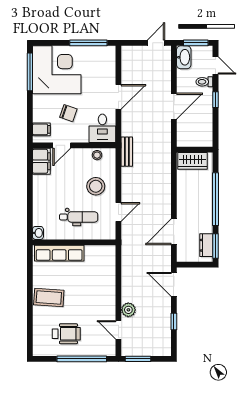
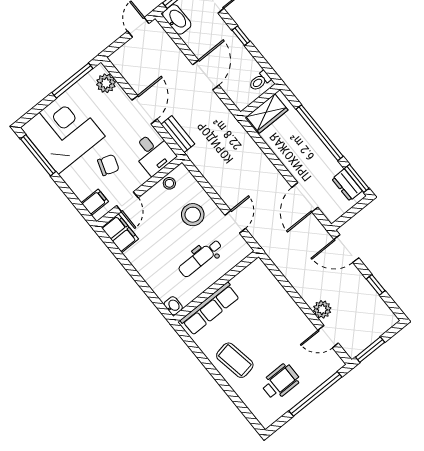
plant: (108, 61) -> (106, 83), added
toilet: (204, 82) -> (260, 81), moved
bench: (127, 152) -> (178, 134), moved
dental chair: (79, 217) -> (200, 258), turned 180
coffee table: (49, 298) -> (235, 360), turned 76

